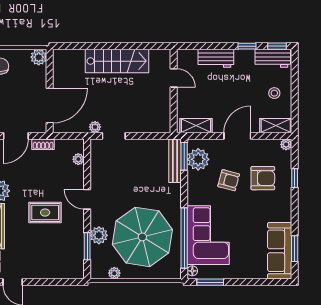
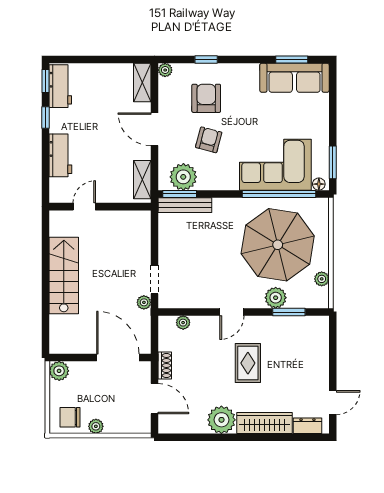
stool: (274, 93) -> (103, 84), removed

